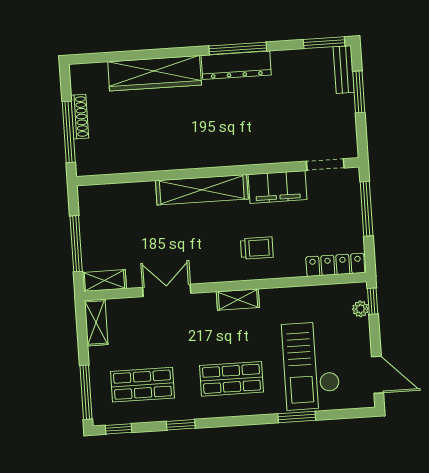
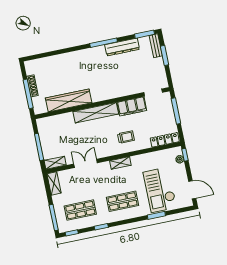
dresser: (236, 65) -> (122, 47), moved
wardrobe: (155, 73) -> (69, 100), moved, turned 180

